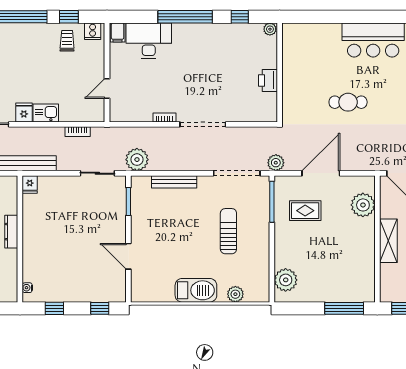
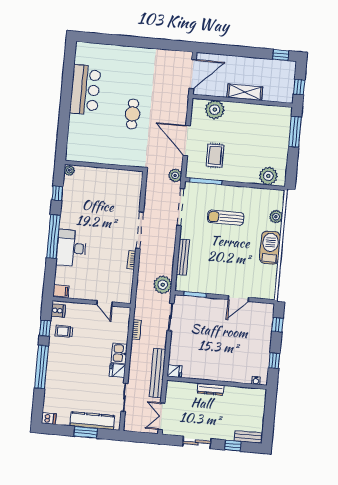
desk: (149, 41) -> (71, 248), moved
printer: (268, 80) -> (110, 176), removed

